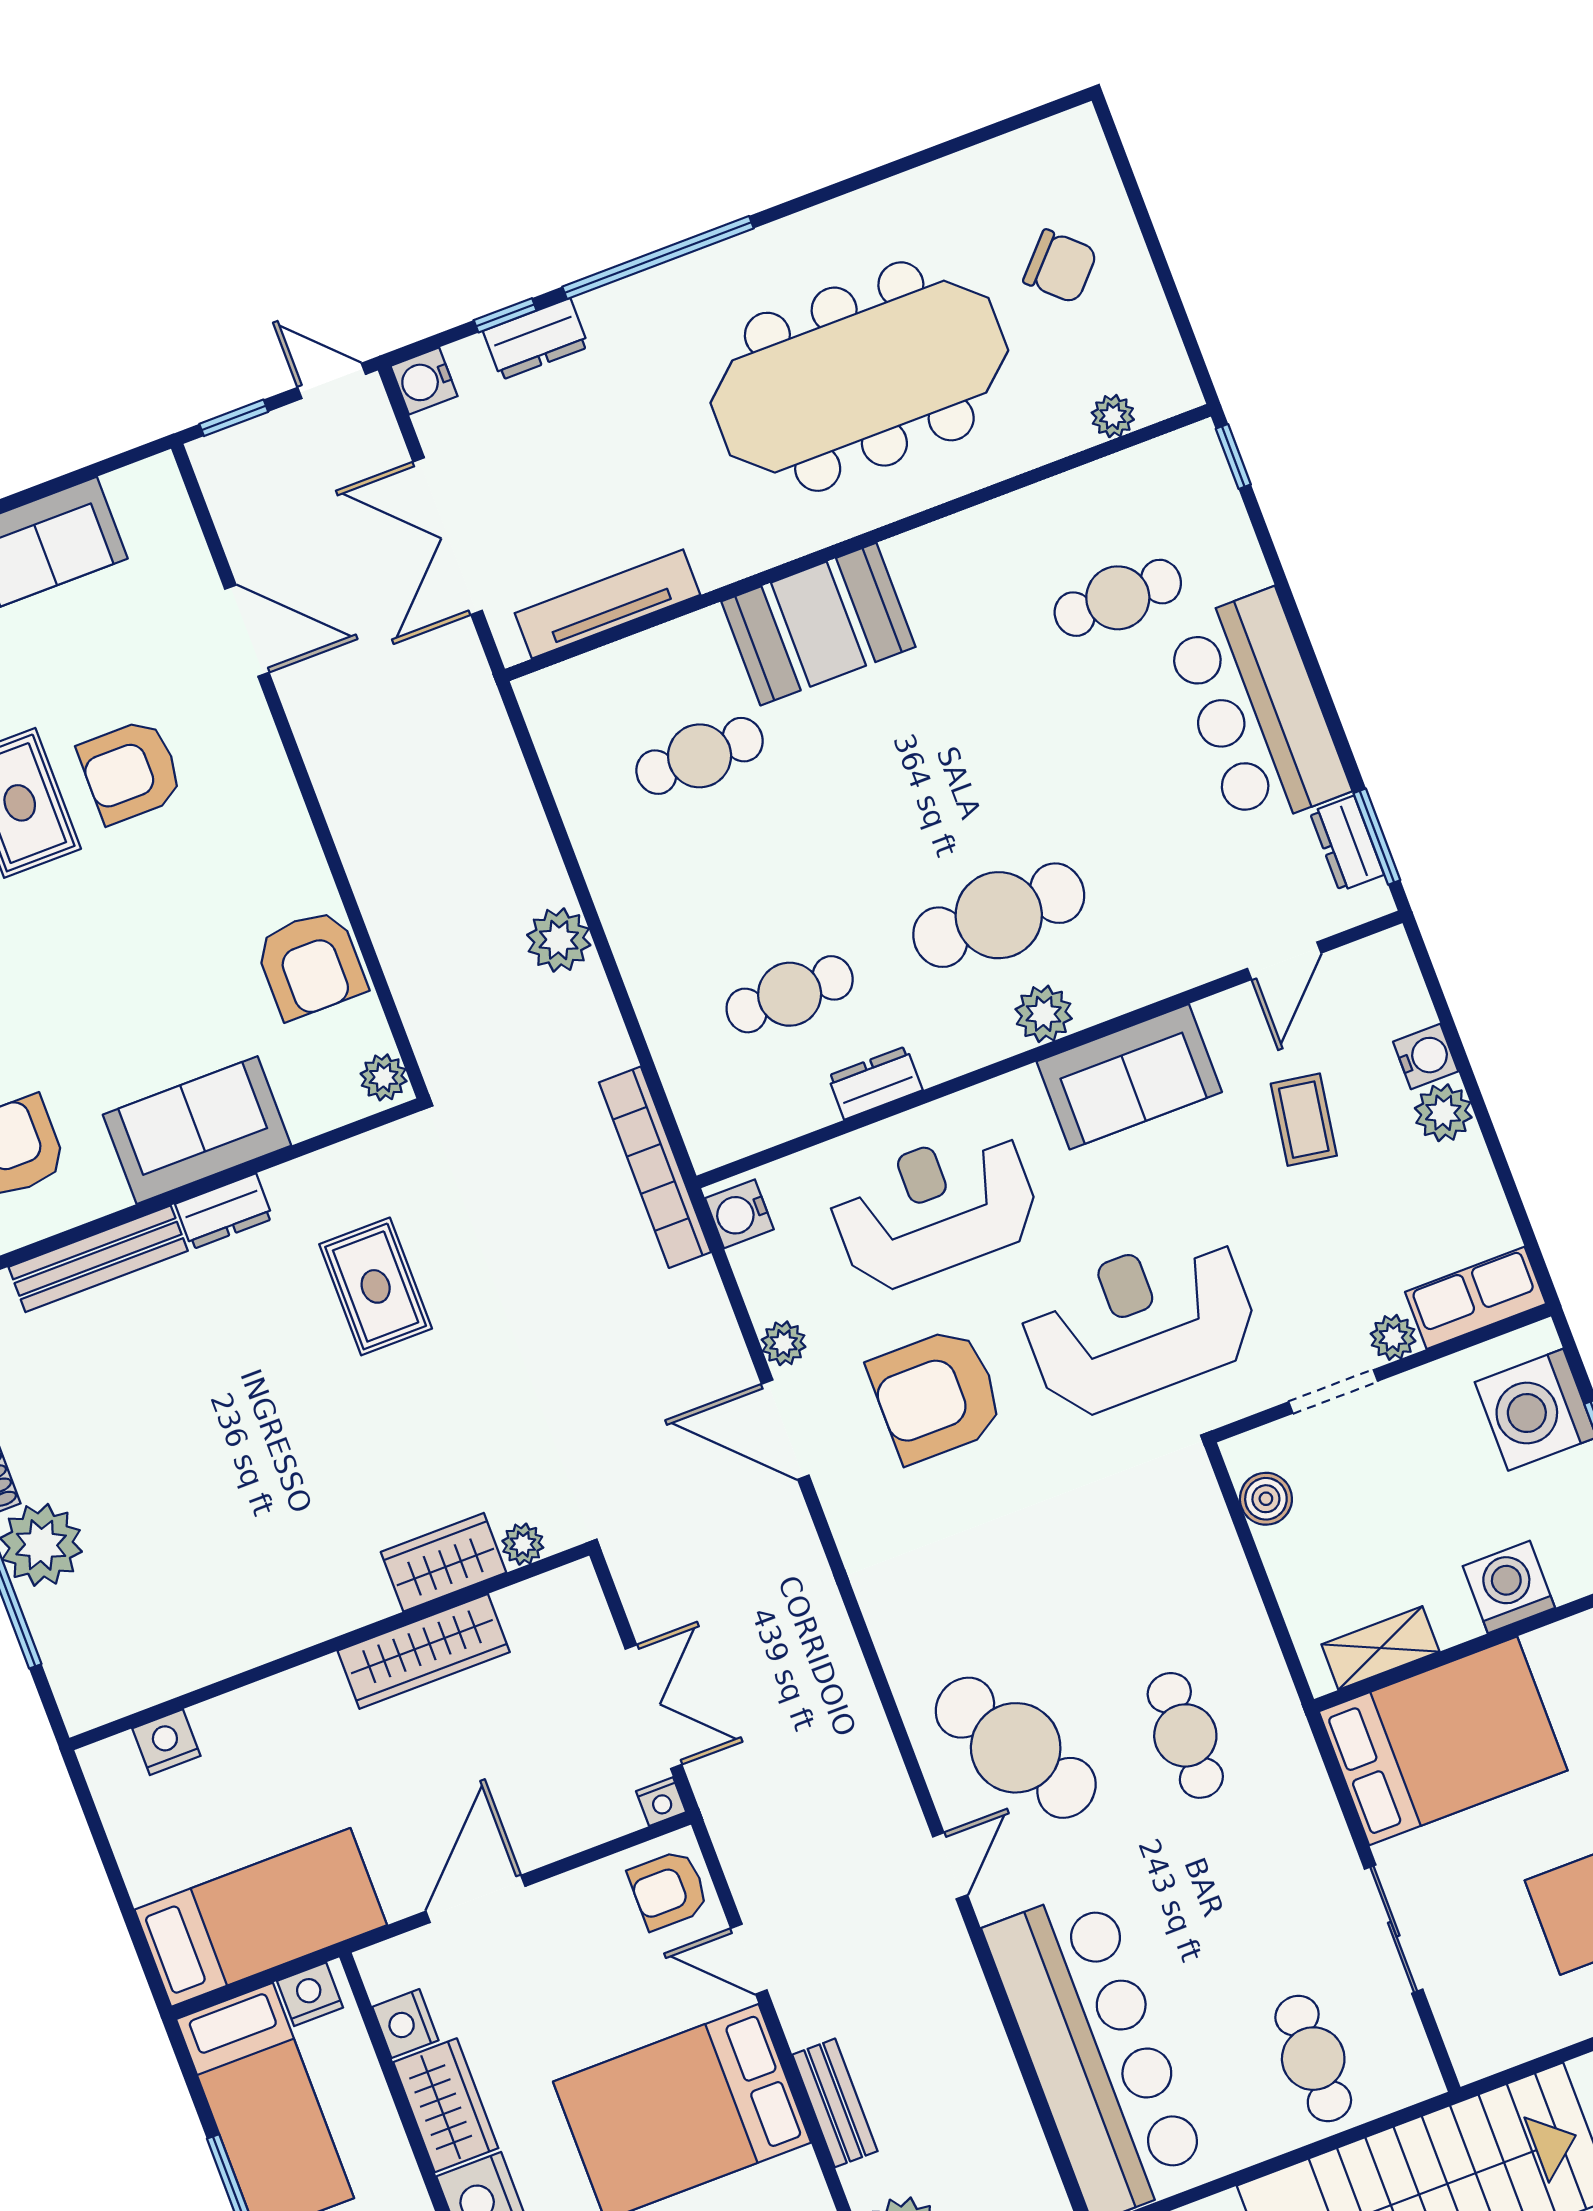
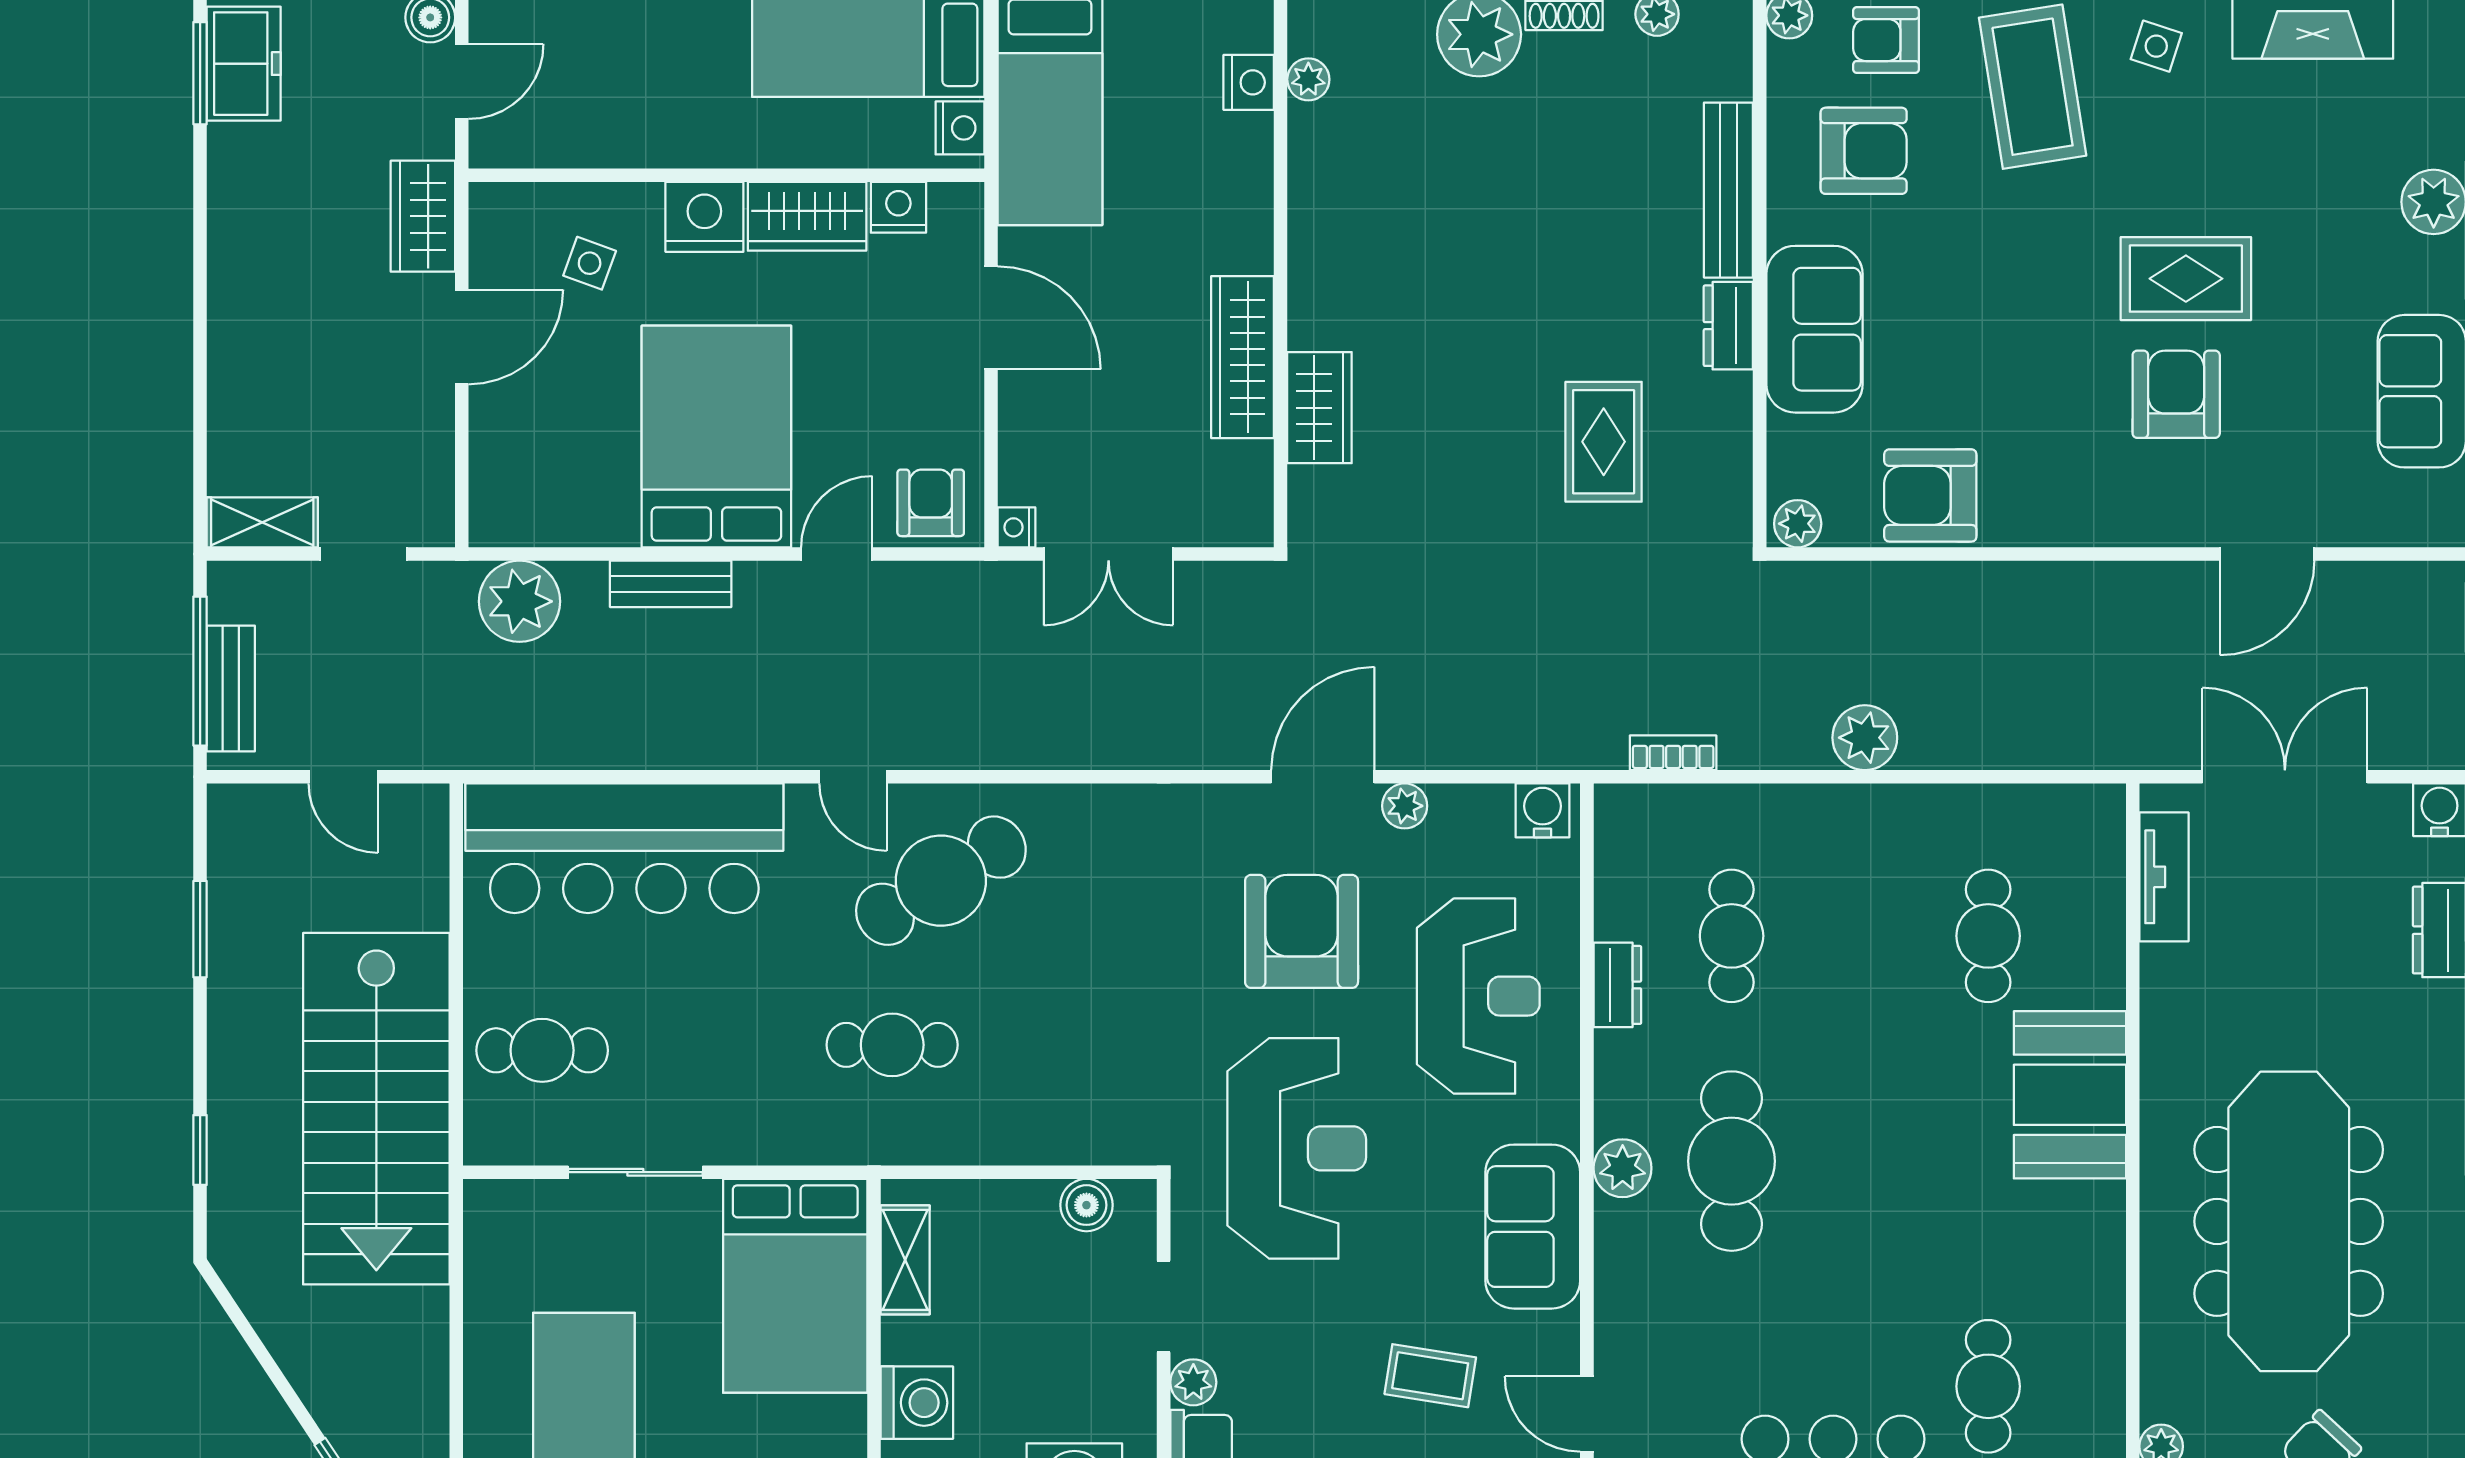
tv unit: (607, 604) -> (2164, 877), width x0.71
bookcase: (655, 1167) -> (1673, 753), width x0.43, depth x0.76
rug: (376, 1286) -> (1604, 442), turned 90
plant: (523, 1544) -> (1308, 79), moved

